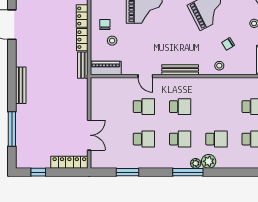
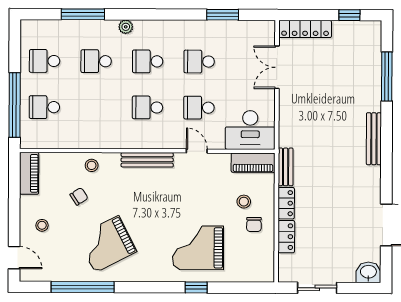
desk: (108, 91) -> (250, 130), added
plant: (209, 161) -> (107, 30), removed
window: (188, 172) -> (83, 14), moved

